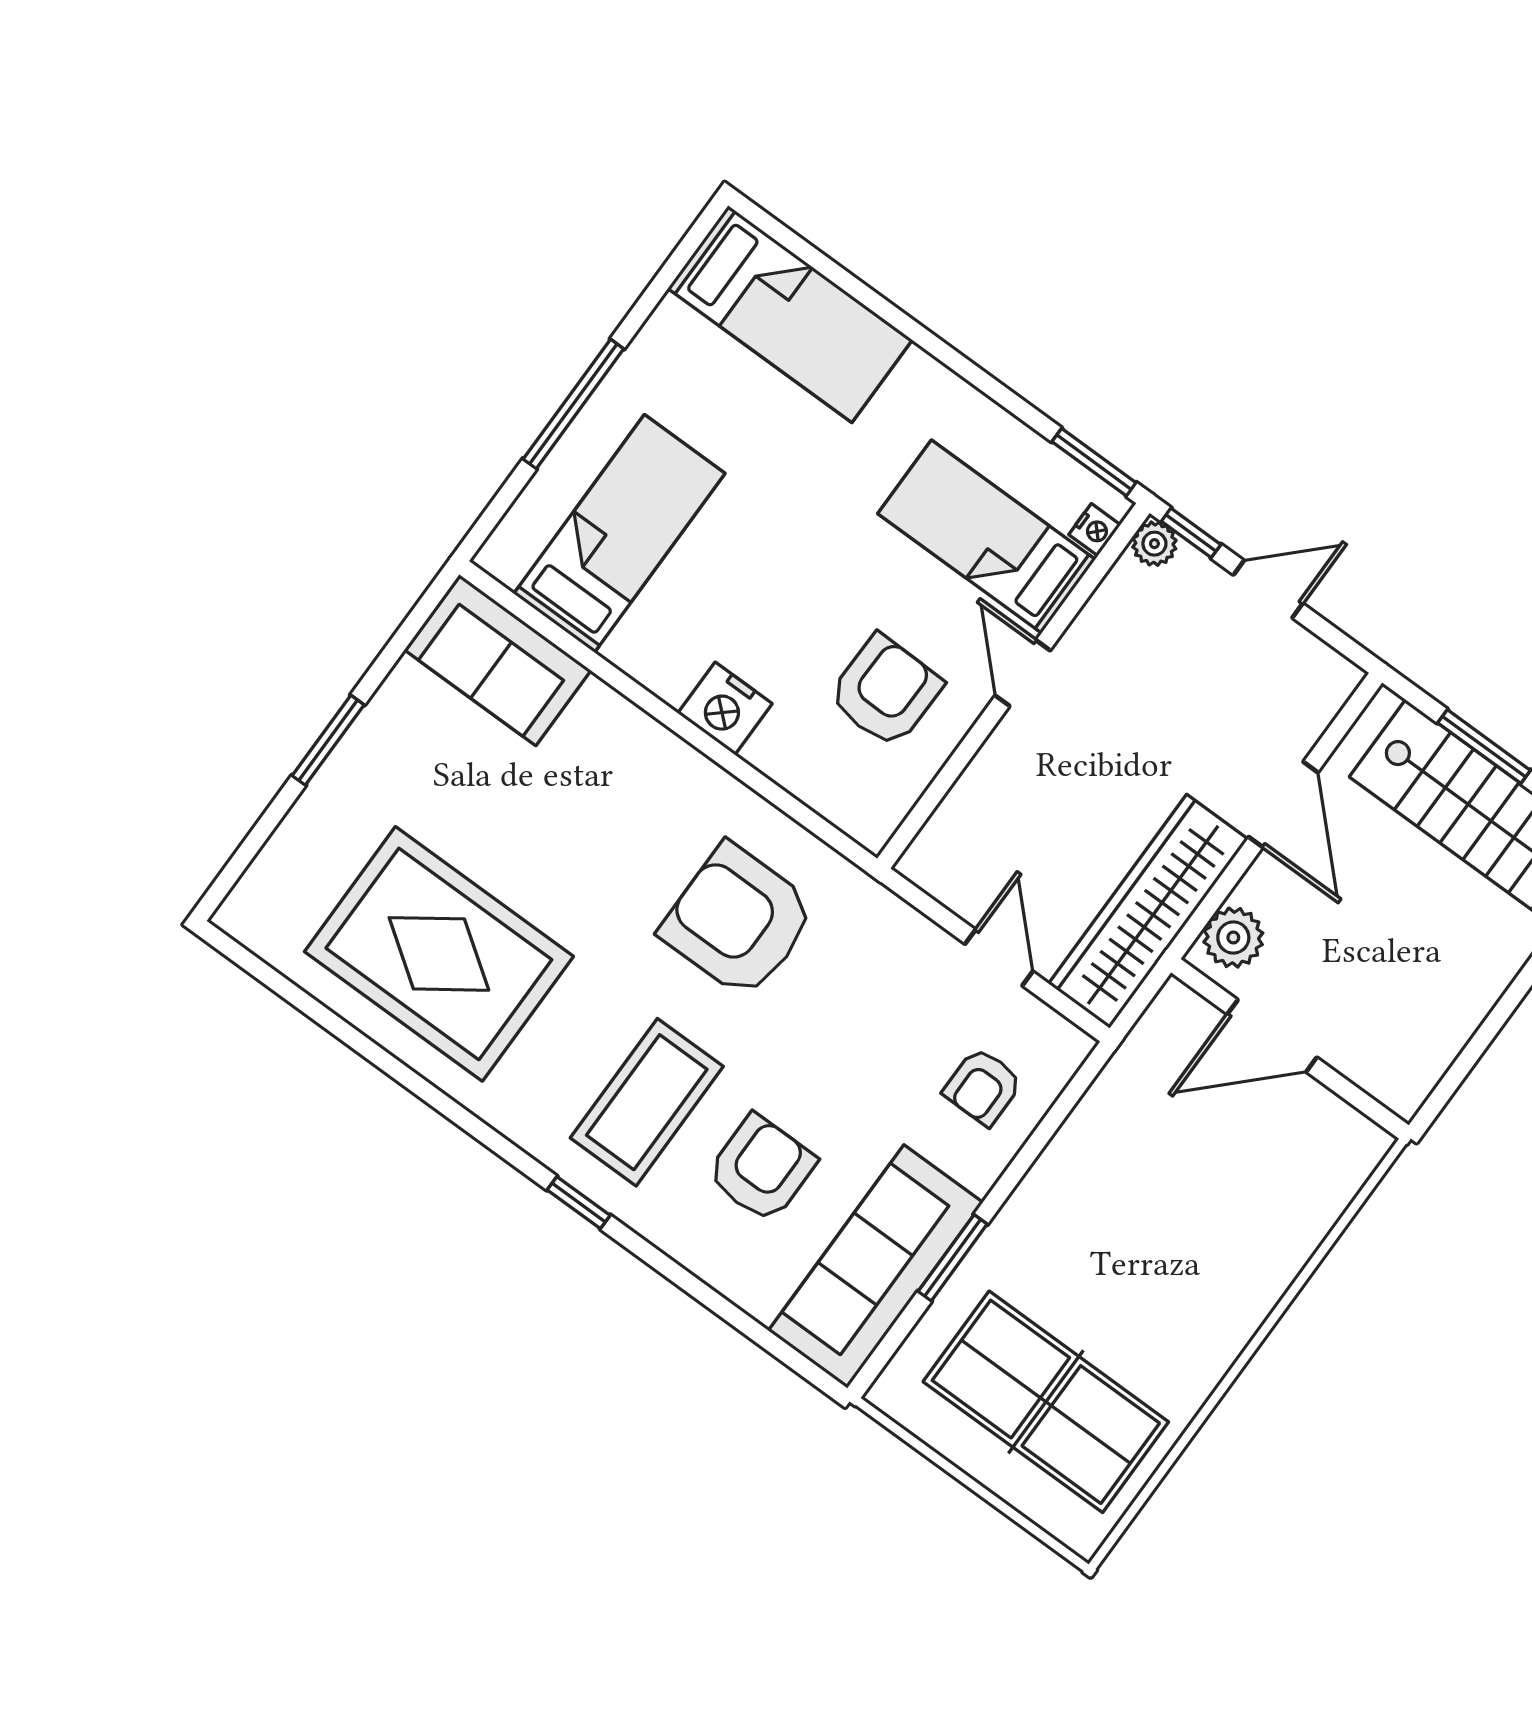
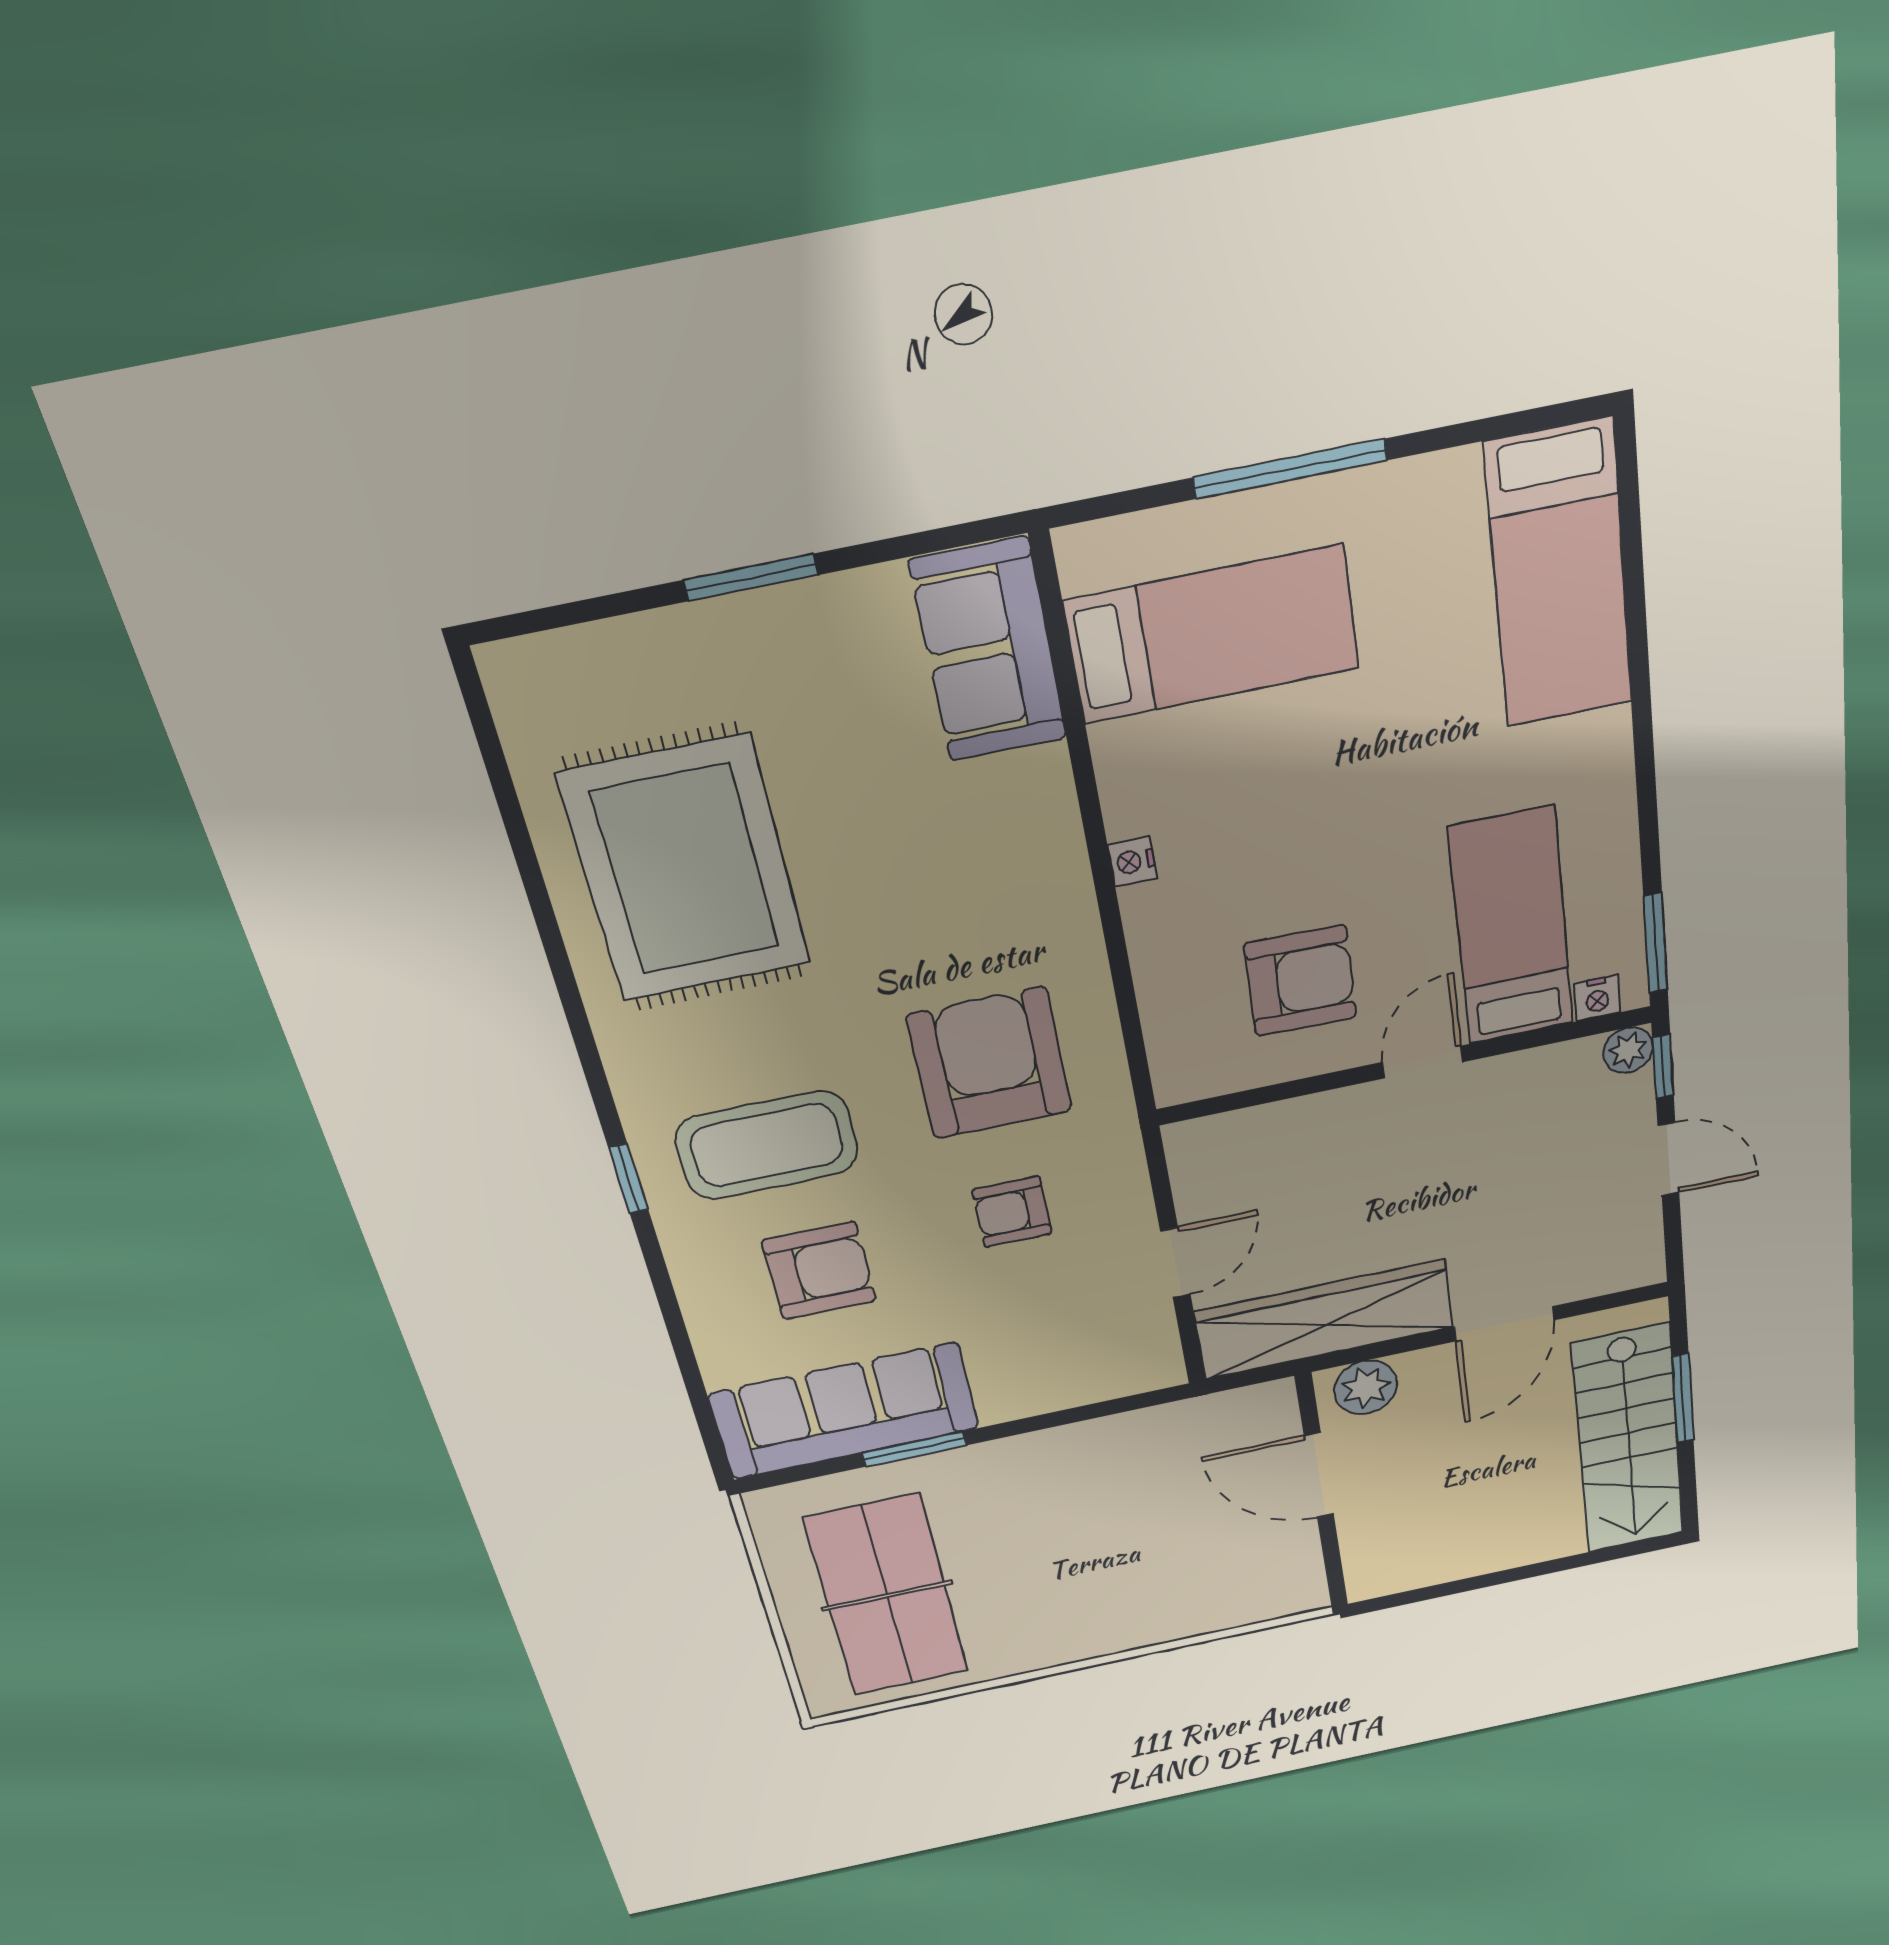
nightstand: (725, 708) -> (1132, 862), width x0.53, depth x0.56
armchair: (983, 1087) -> (1012, 1212), moved

